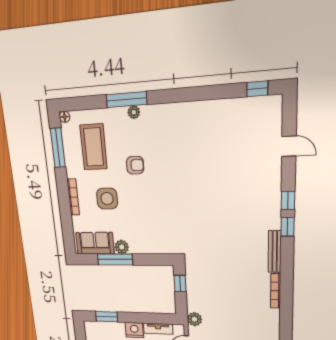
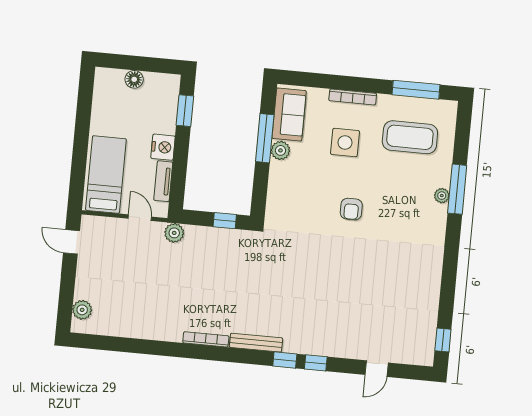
floor lamp: (65, 117) -> (451, 107), removed
armchair: (135, 165) -> (351, 209), moved

